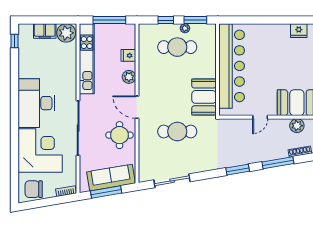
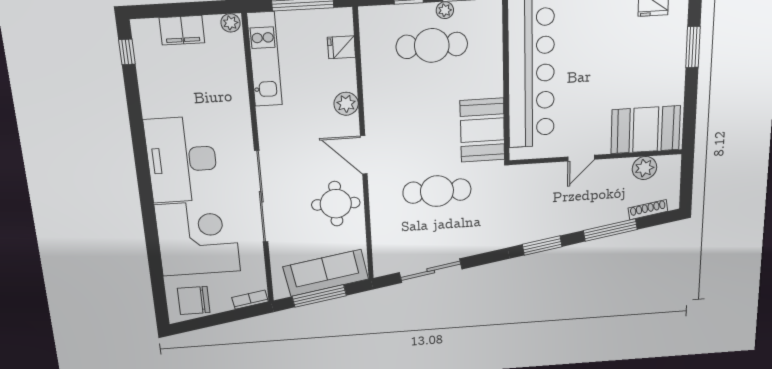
plant: (66, 33) -> (231, 23), width x0.53, depth x0.53
fridge: (128, 55) -> (341, 47), moved
kitchen unit: (87, 59) -> (265, 59), width x0.73

